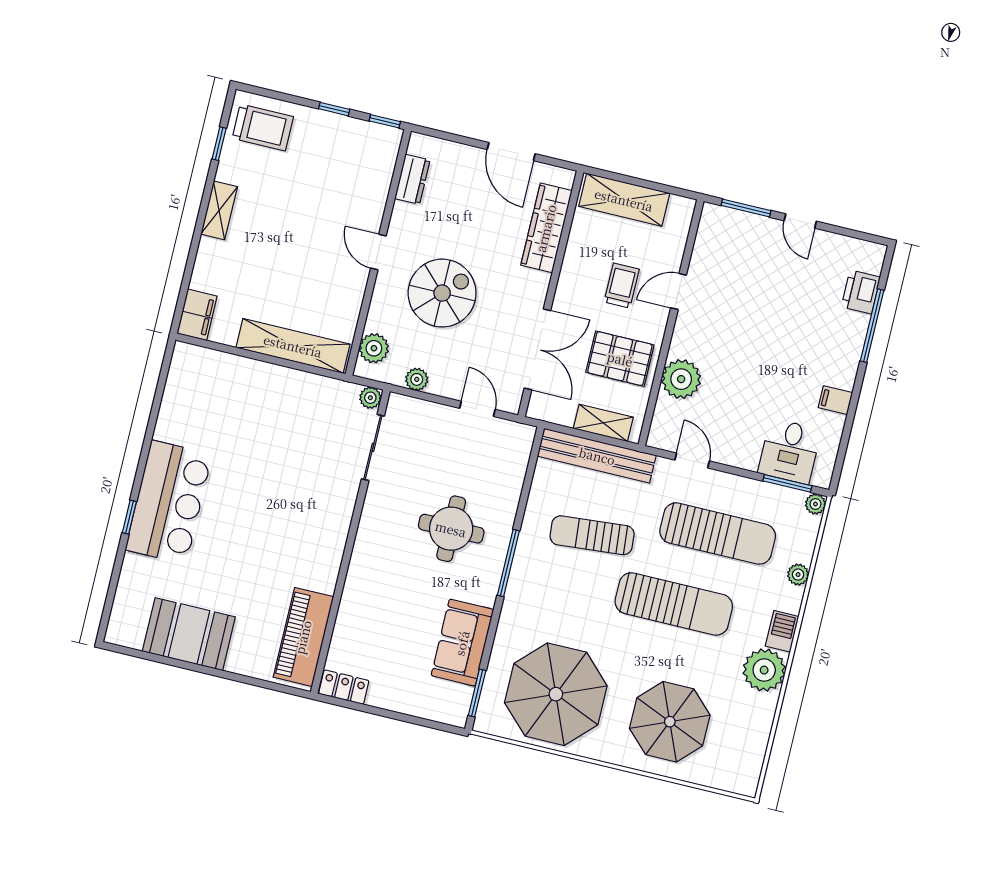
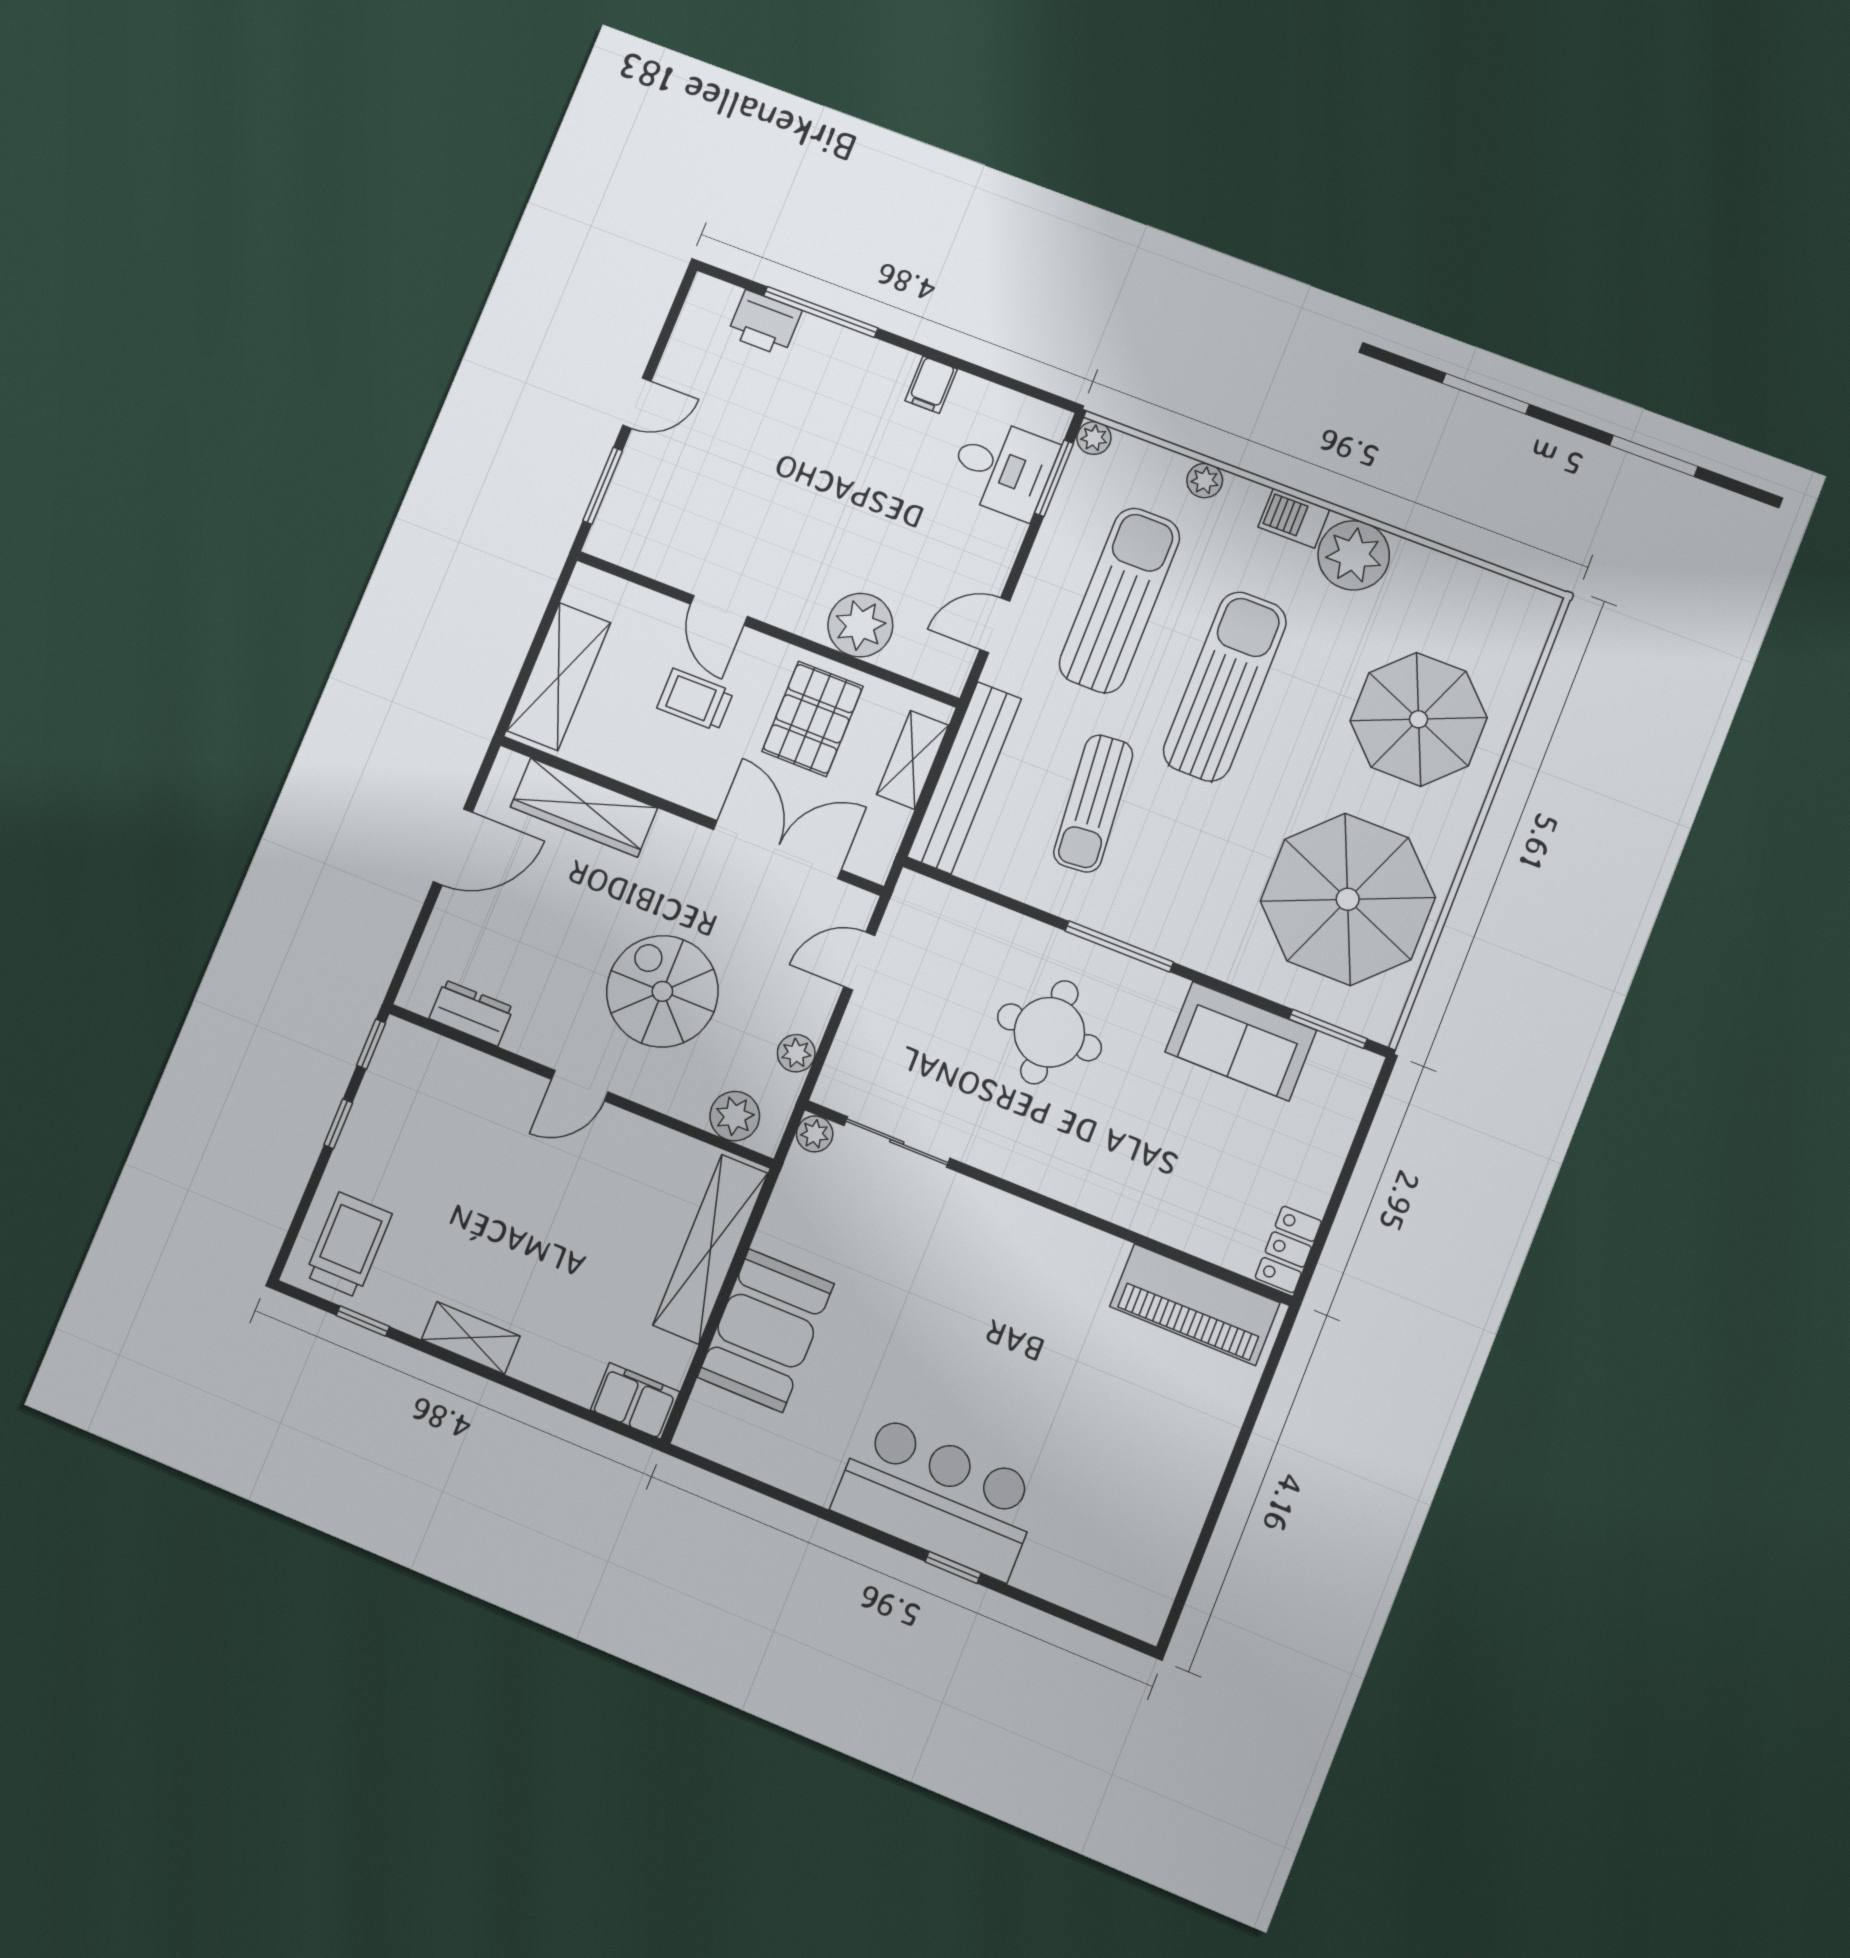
booth: (189, 634) -> (766, 1331), moved

